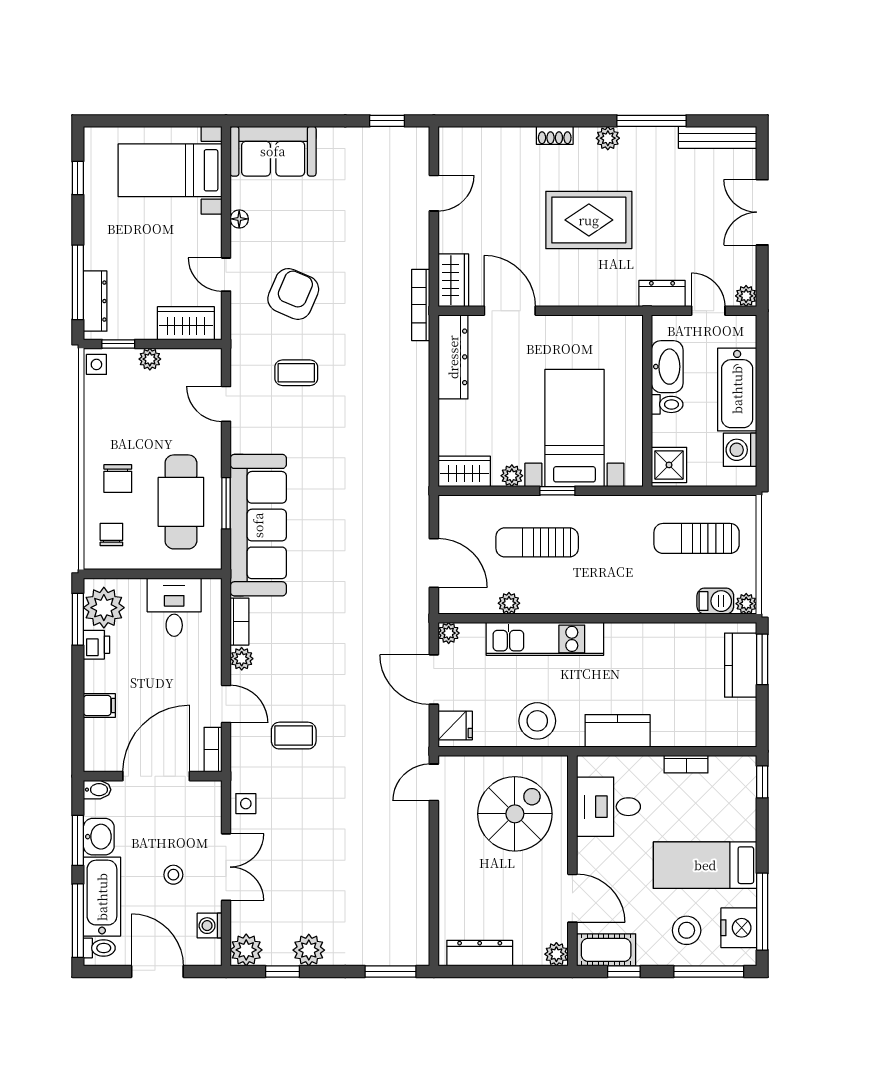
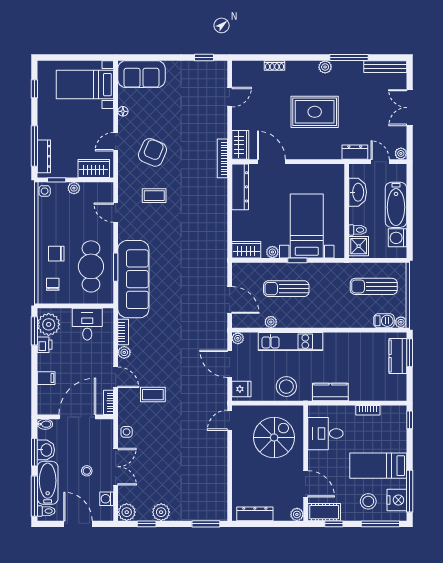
shoe rack: (555, 135) -> (275, 65), moved
door: (226, 275) -> (116, 142), hinge flipped
toilet: (667, 404) -> (358, 230), moved
chair: (118, 479) -> (56, 254), turned 90

